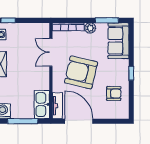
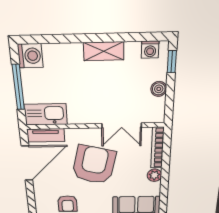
window: (107, 20) -> (164, 195), removed
boiler: (26, 28) -> (159, 89), added
double door: (51, 52) -> (122, 125), swing flipped

